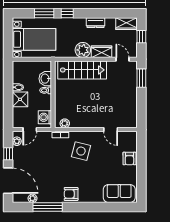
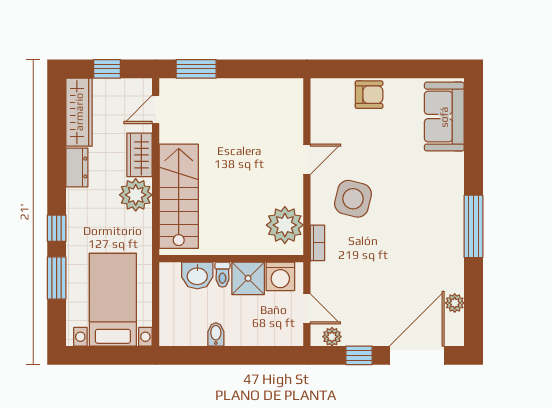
wardrobe: (127, 24) -> (79, 112), width x1.50
shower: (20, 99) -> (248, 278), moved
plant: (65, 123) -> (285, 225), width x1.88, depth x1.88
door: (111, 130) -> (307, 159), moved
armchair: (71, 194) -> (445, 220), removed
window: (48, 207) -> (473, 226), moved

